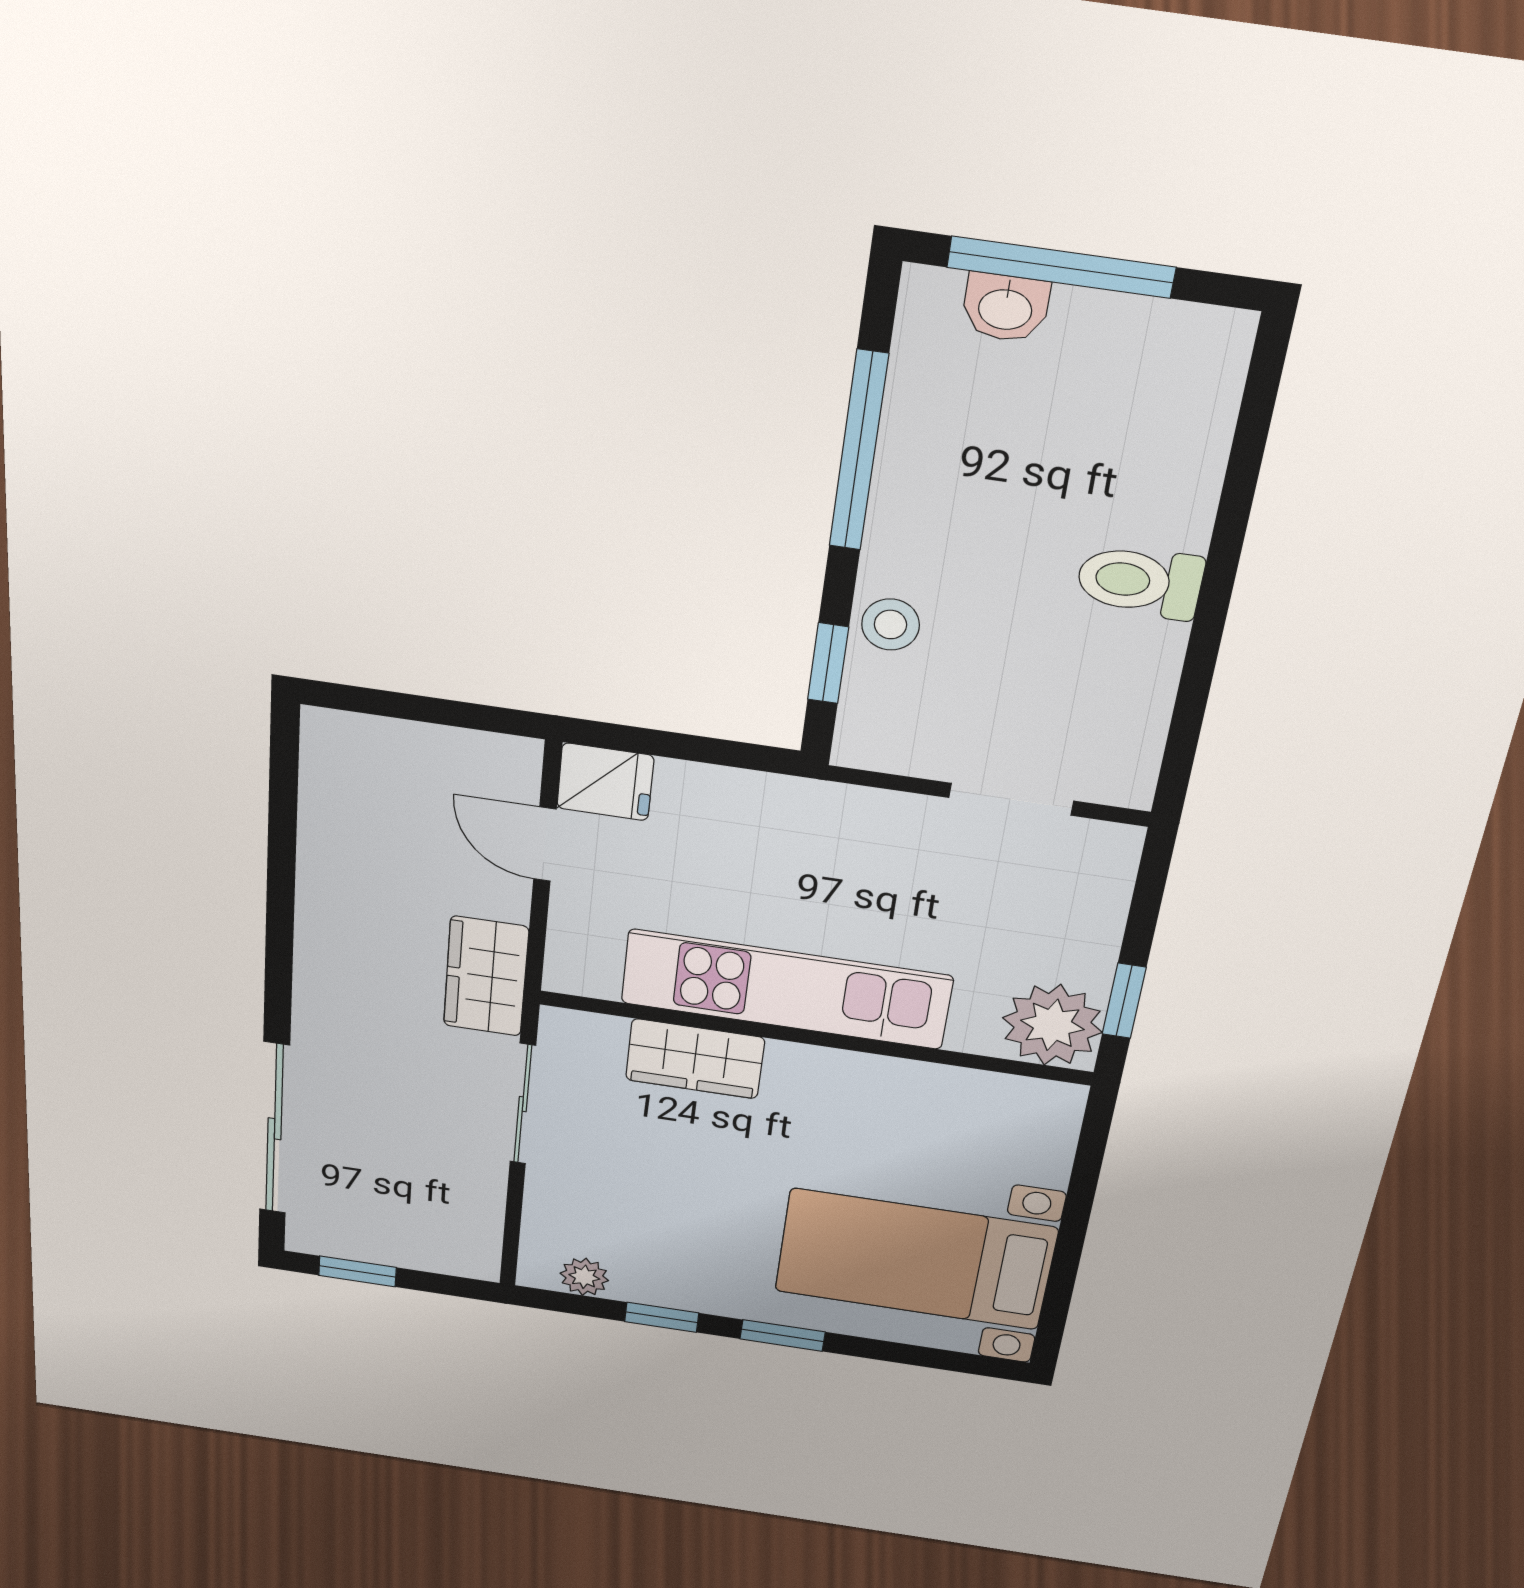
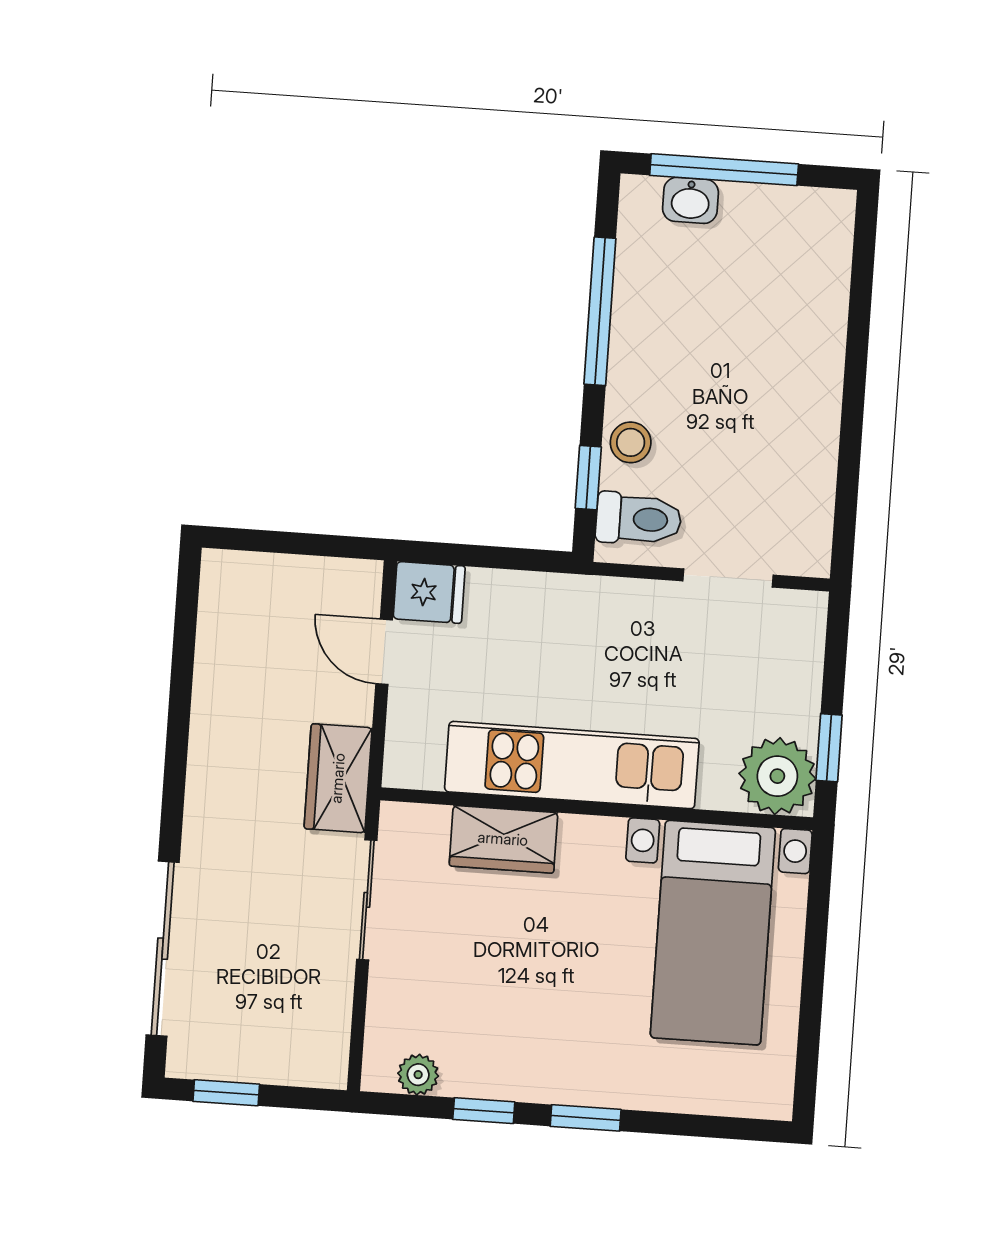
toilet: (1140, 581) -> (639, 519), moved, turned 180
bed with nightstands: (915, 1259) -> (713, 933), moved, turned -90

